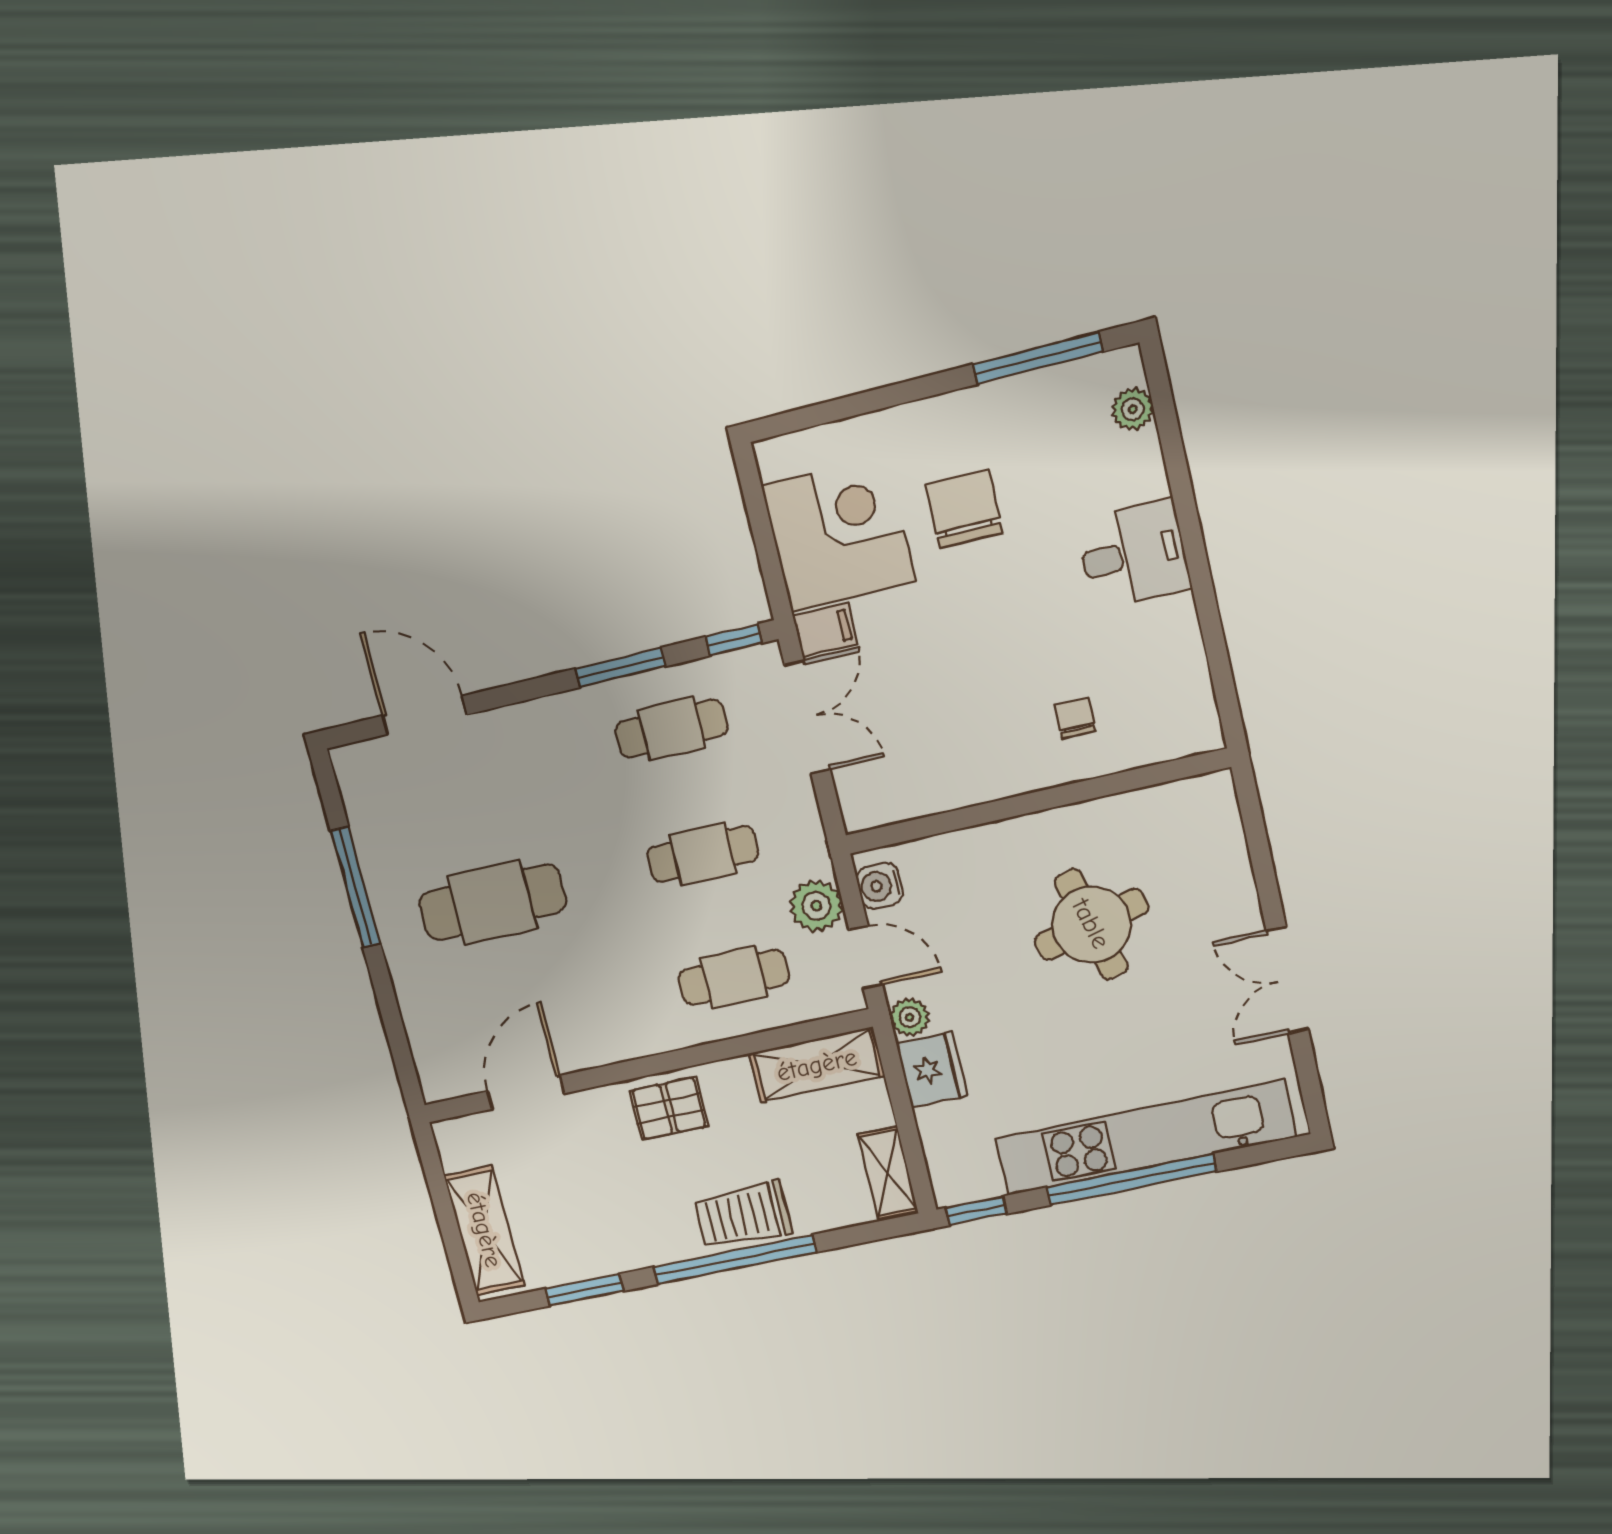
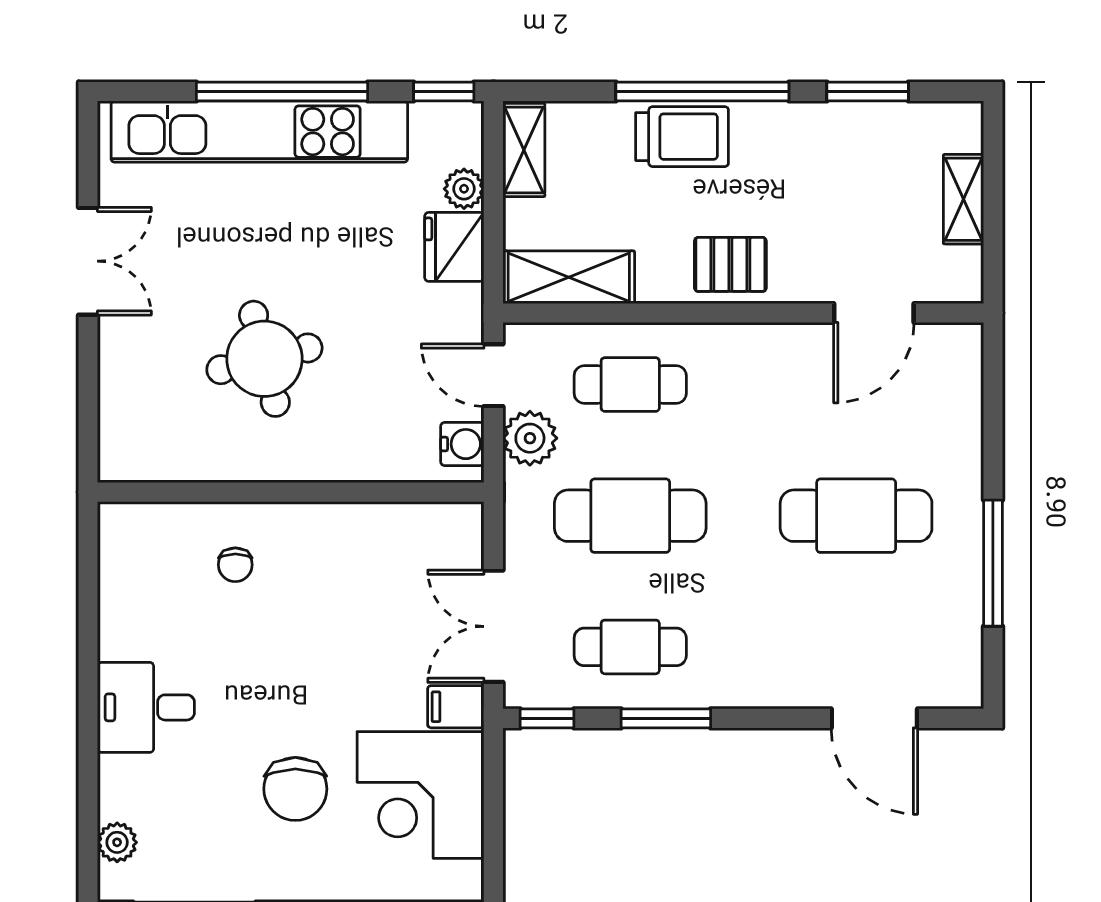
cafe table: (703, 854) -> (630, 516), width x1.37, depth x1.35
plant: (910, 1017) -> (464, 189), moved
shelving: (484, 1230) -> (963, 199), width x0.67, depth x0.75

